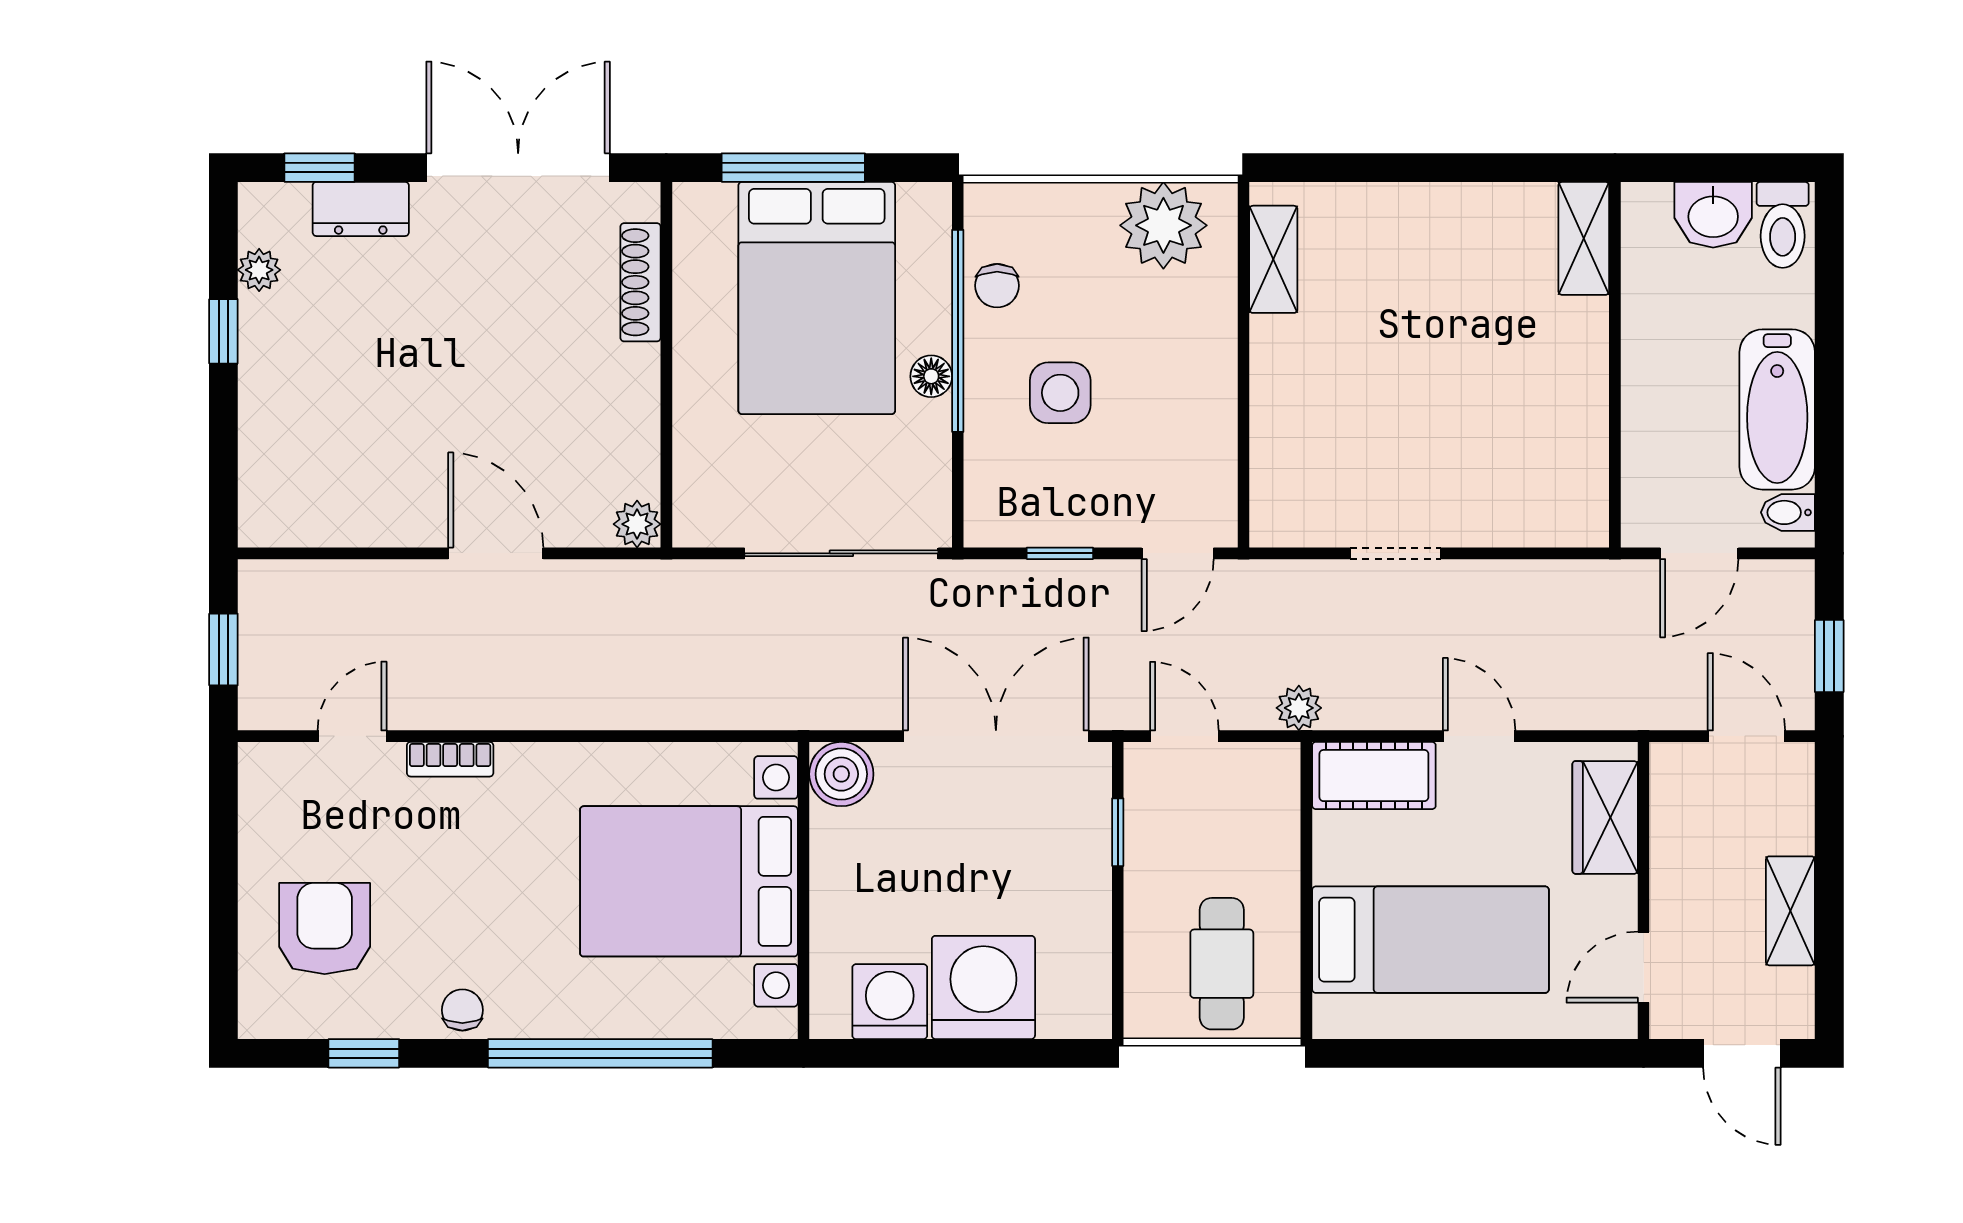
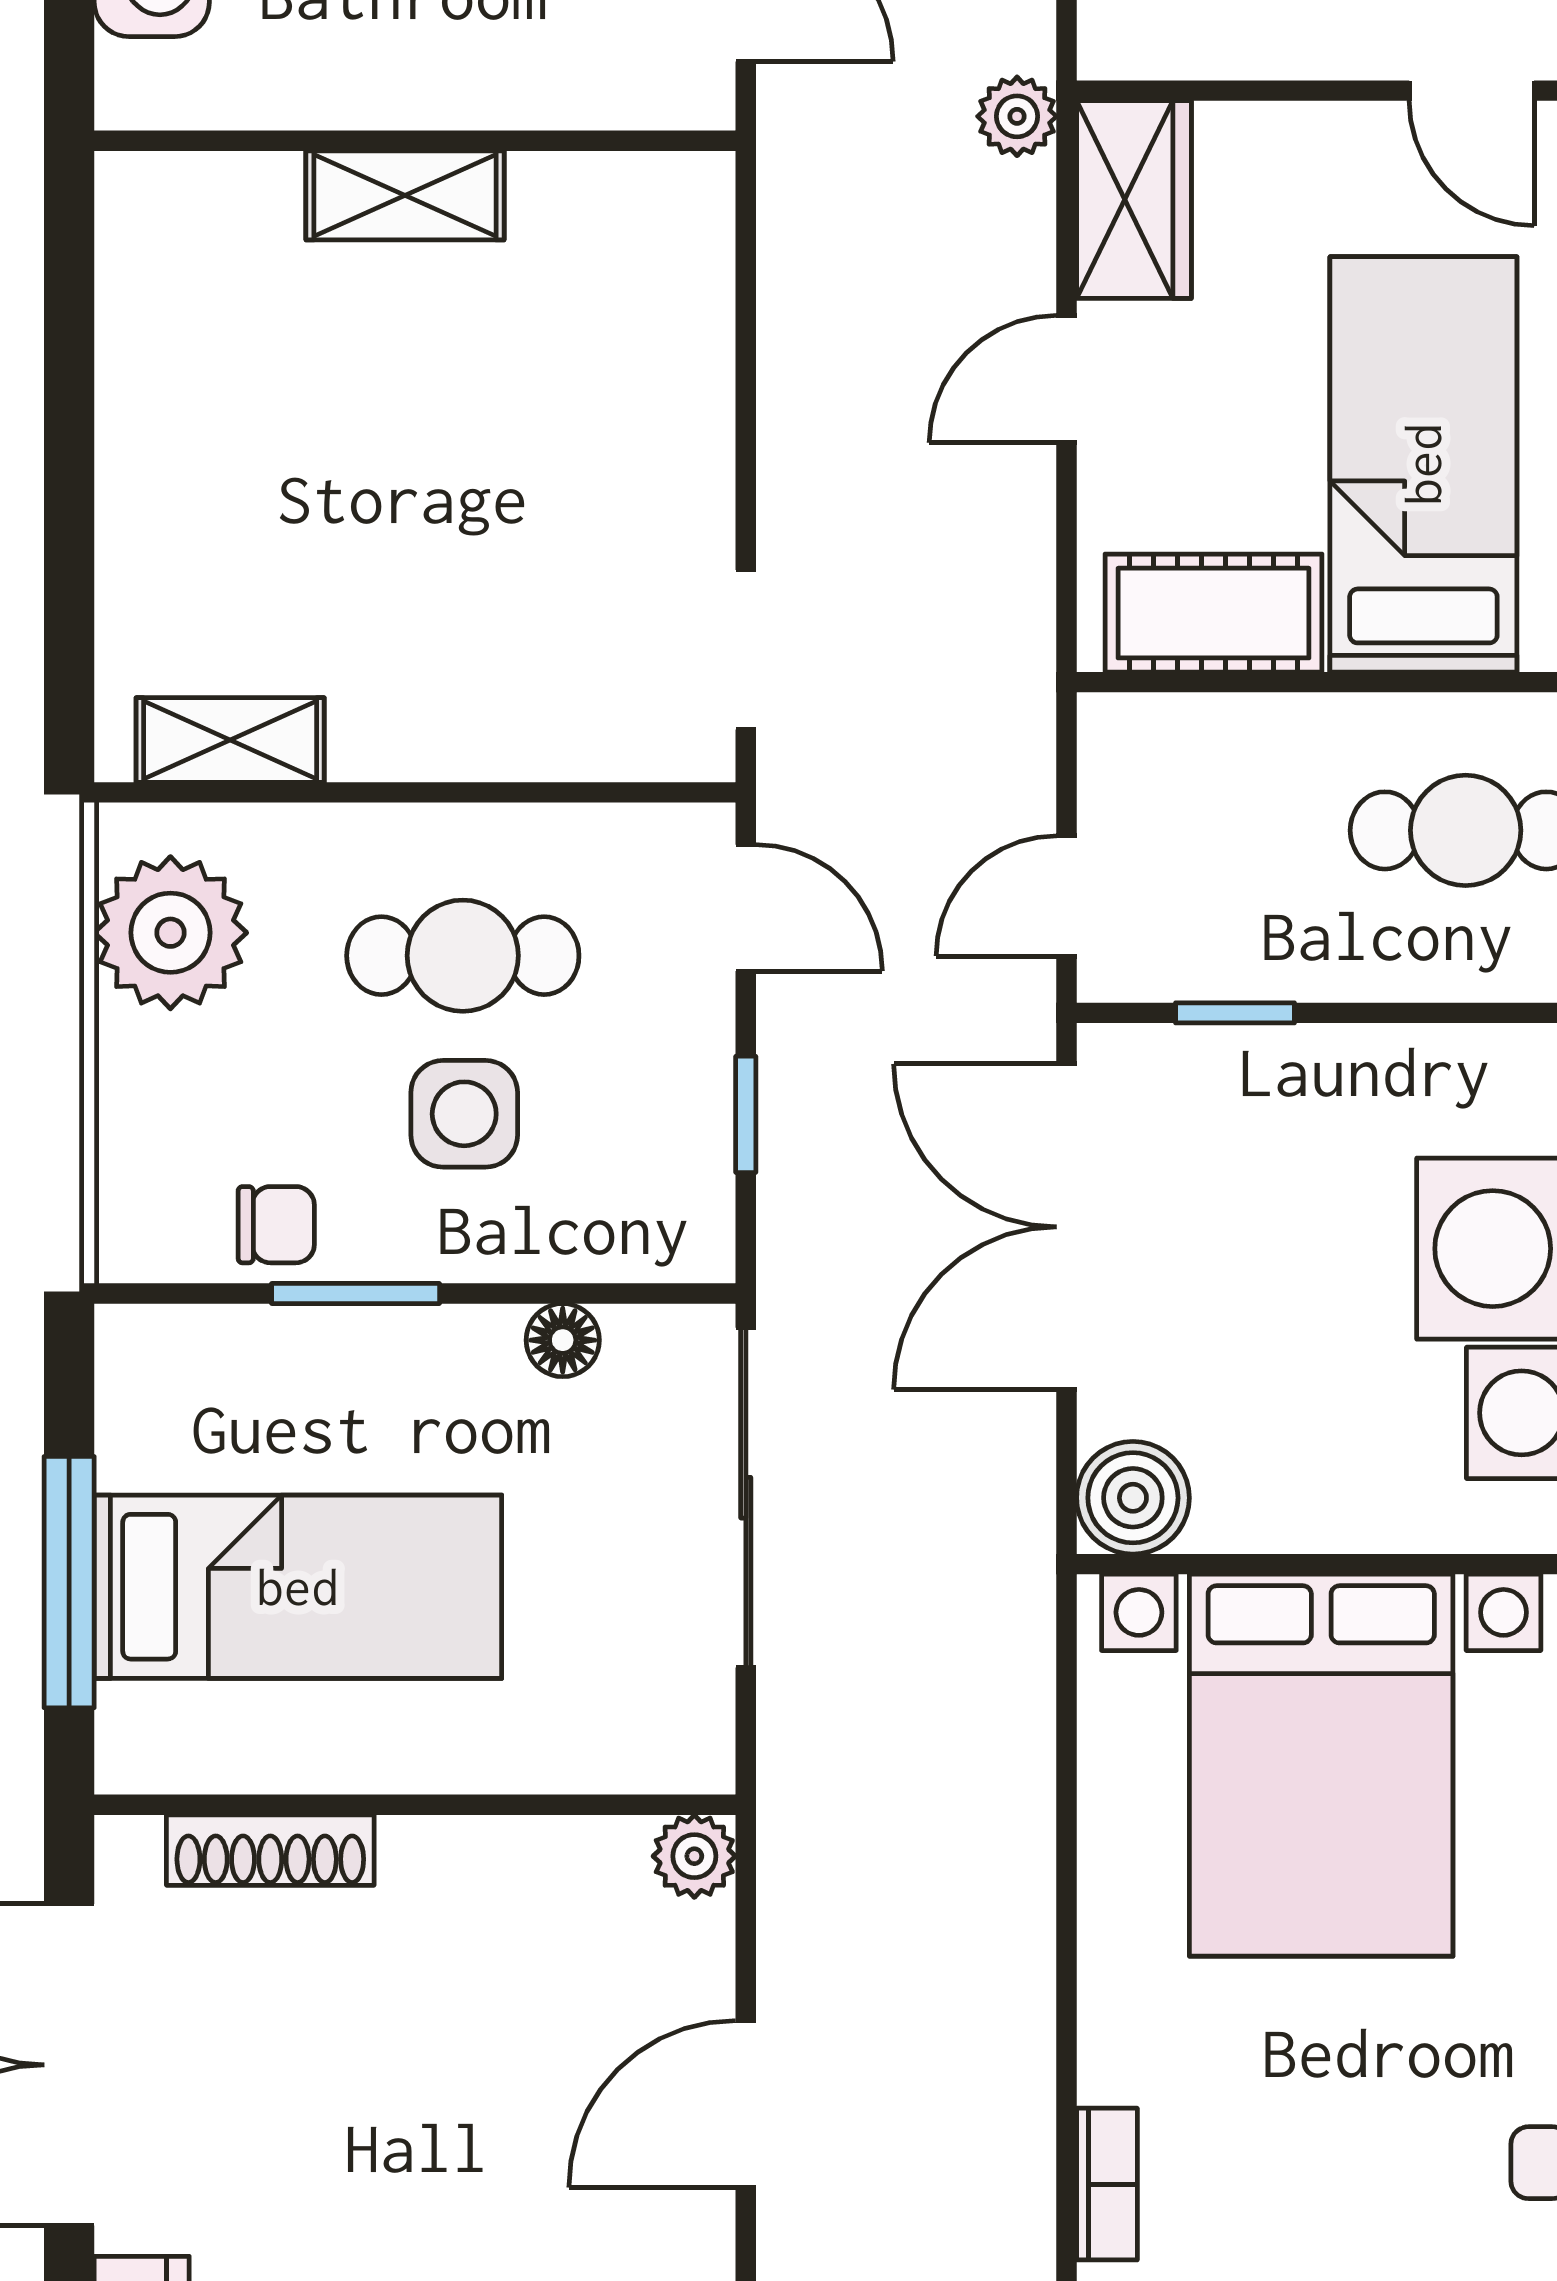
shelving: (1584, 238) -> (405, 195), moved
bed: (817, 298) -> (298, 1587), width x0.67
window: (958, 331) -> (356, 1294), width x0.47
floor lamp: (931, 376) -> (563, 1340), moved
cafe table: (1150, 392) -> (463, 956), added
doorway: (1396, 553) -> (746, 650), moved
plant: (1299, 708) -> (1017, 116), moved
cot: (1374, 776) -> (1213, 613), moved, turned 90
wardrobe: (1605, 817) -> (1134, 200), moved, turned -90

